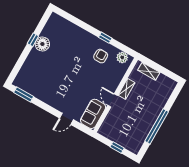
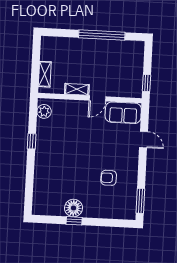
armchair: (101, 56) -> (109, 178), moved
window: (117, 147) -> (146, 83), moved

